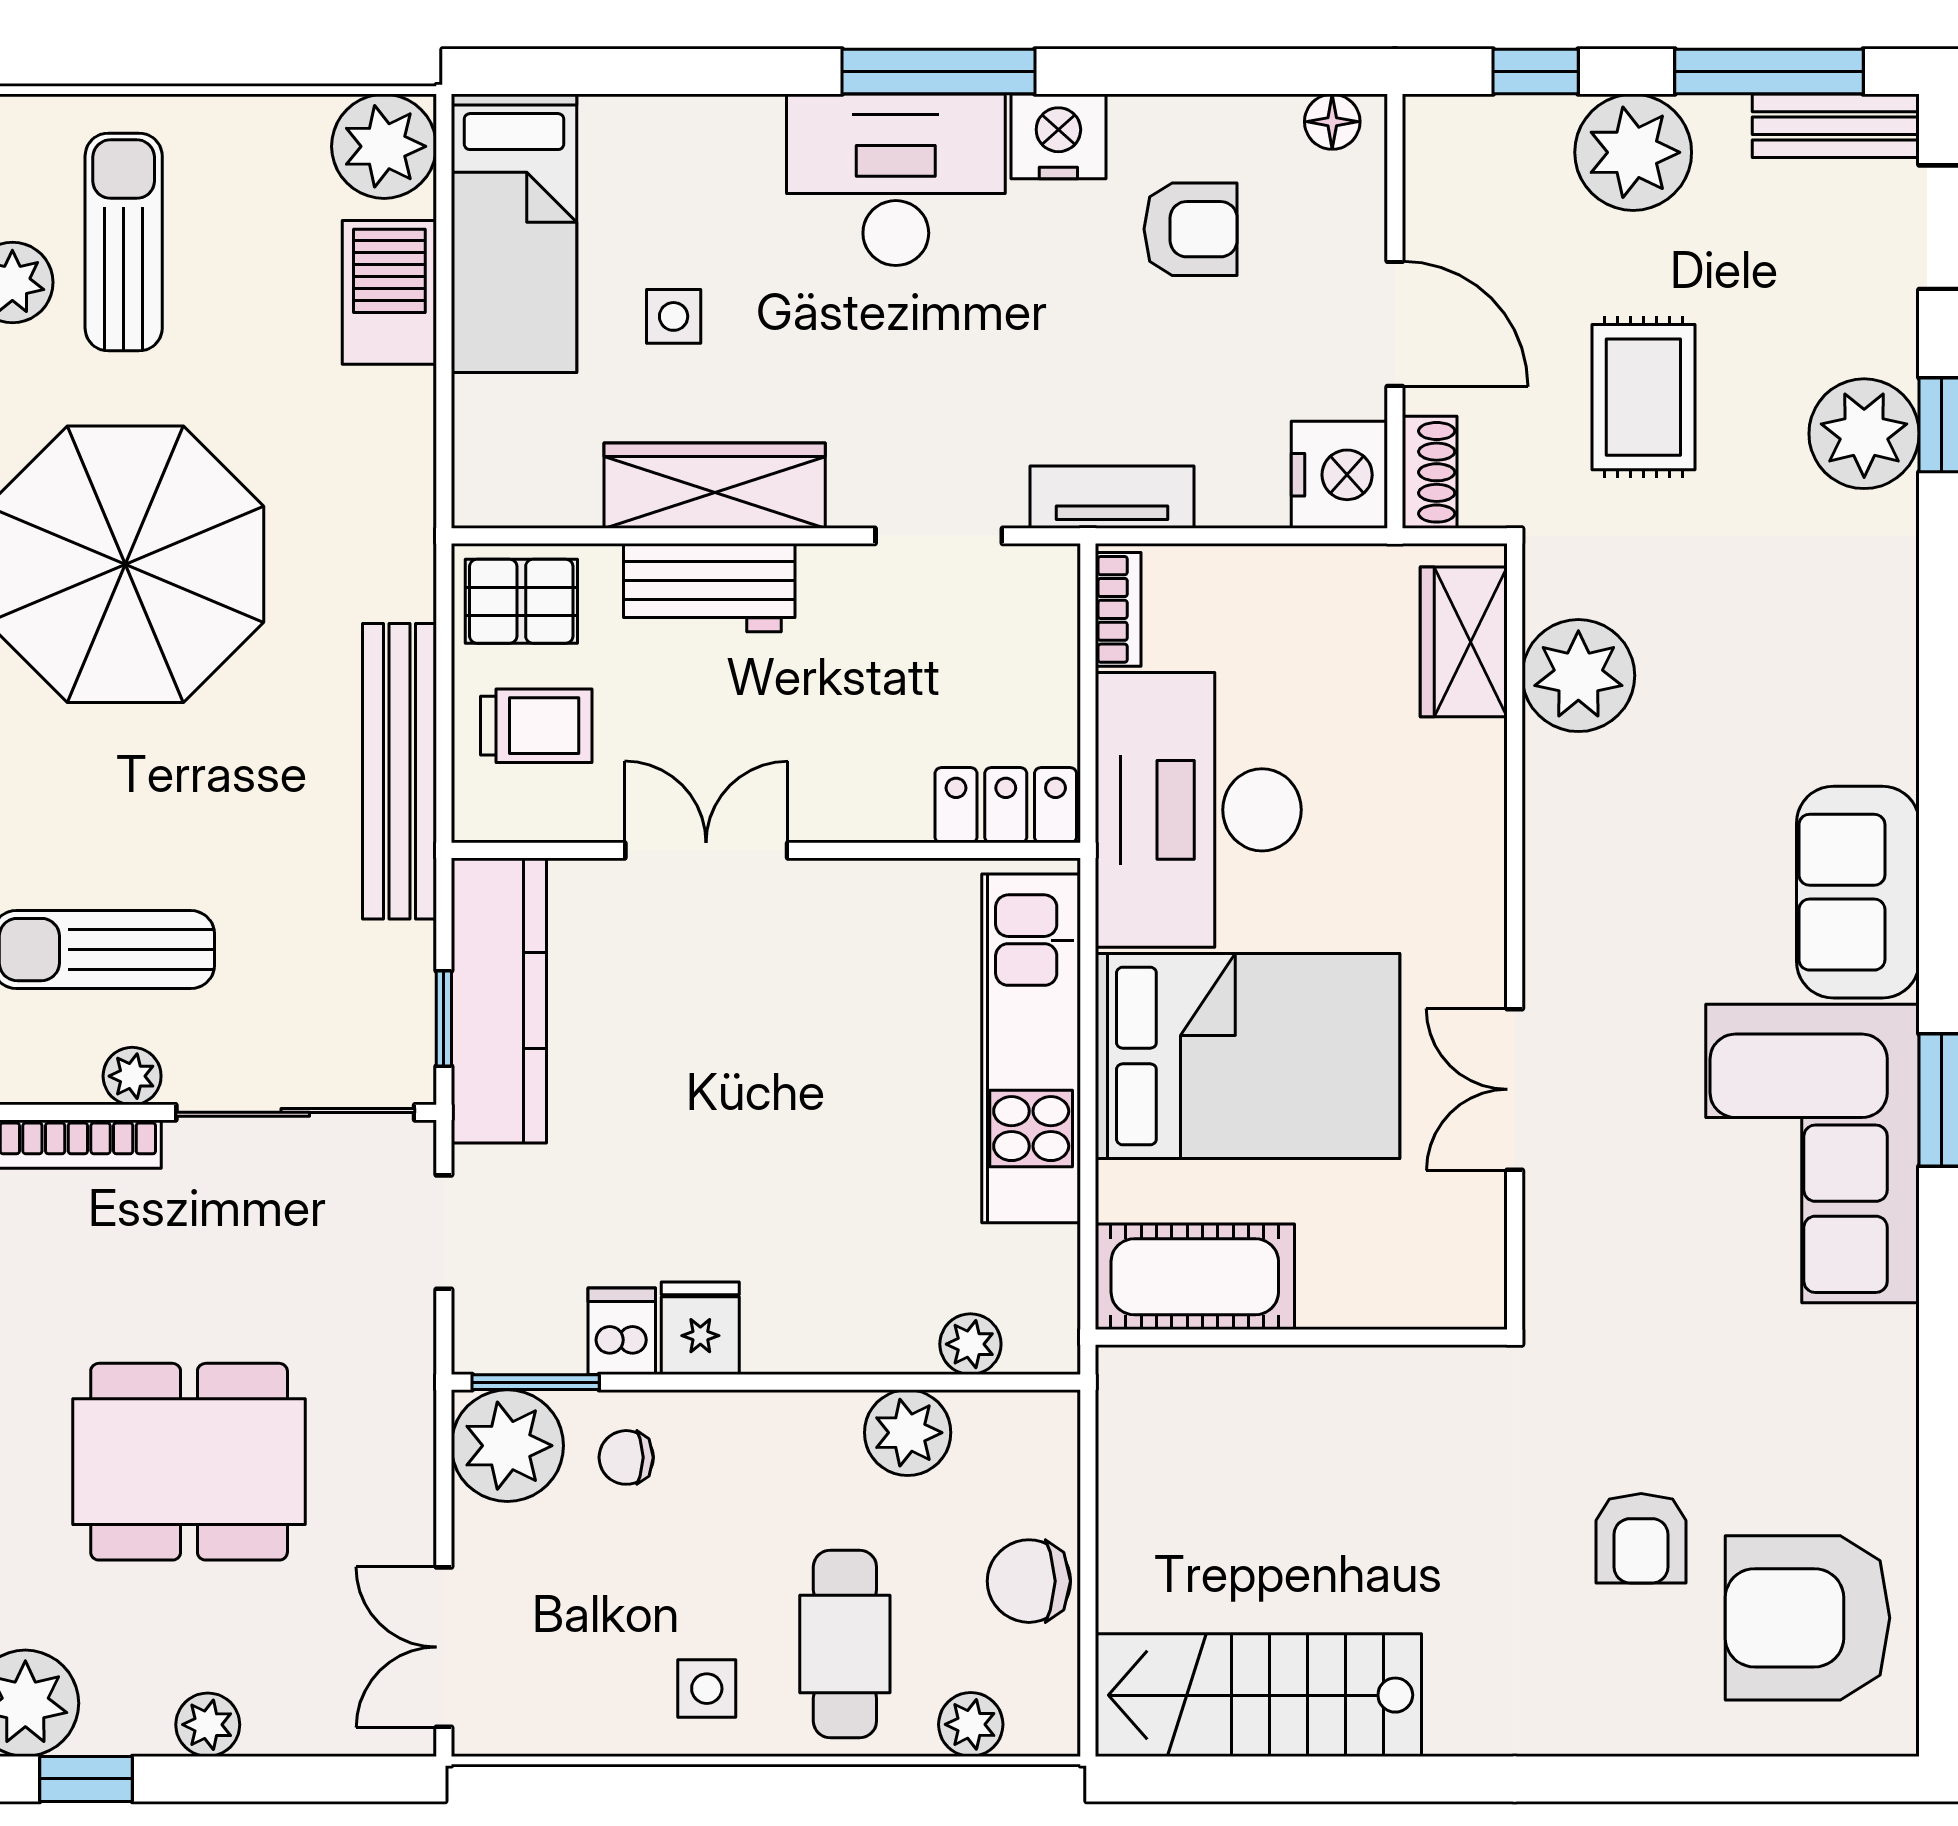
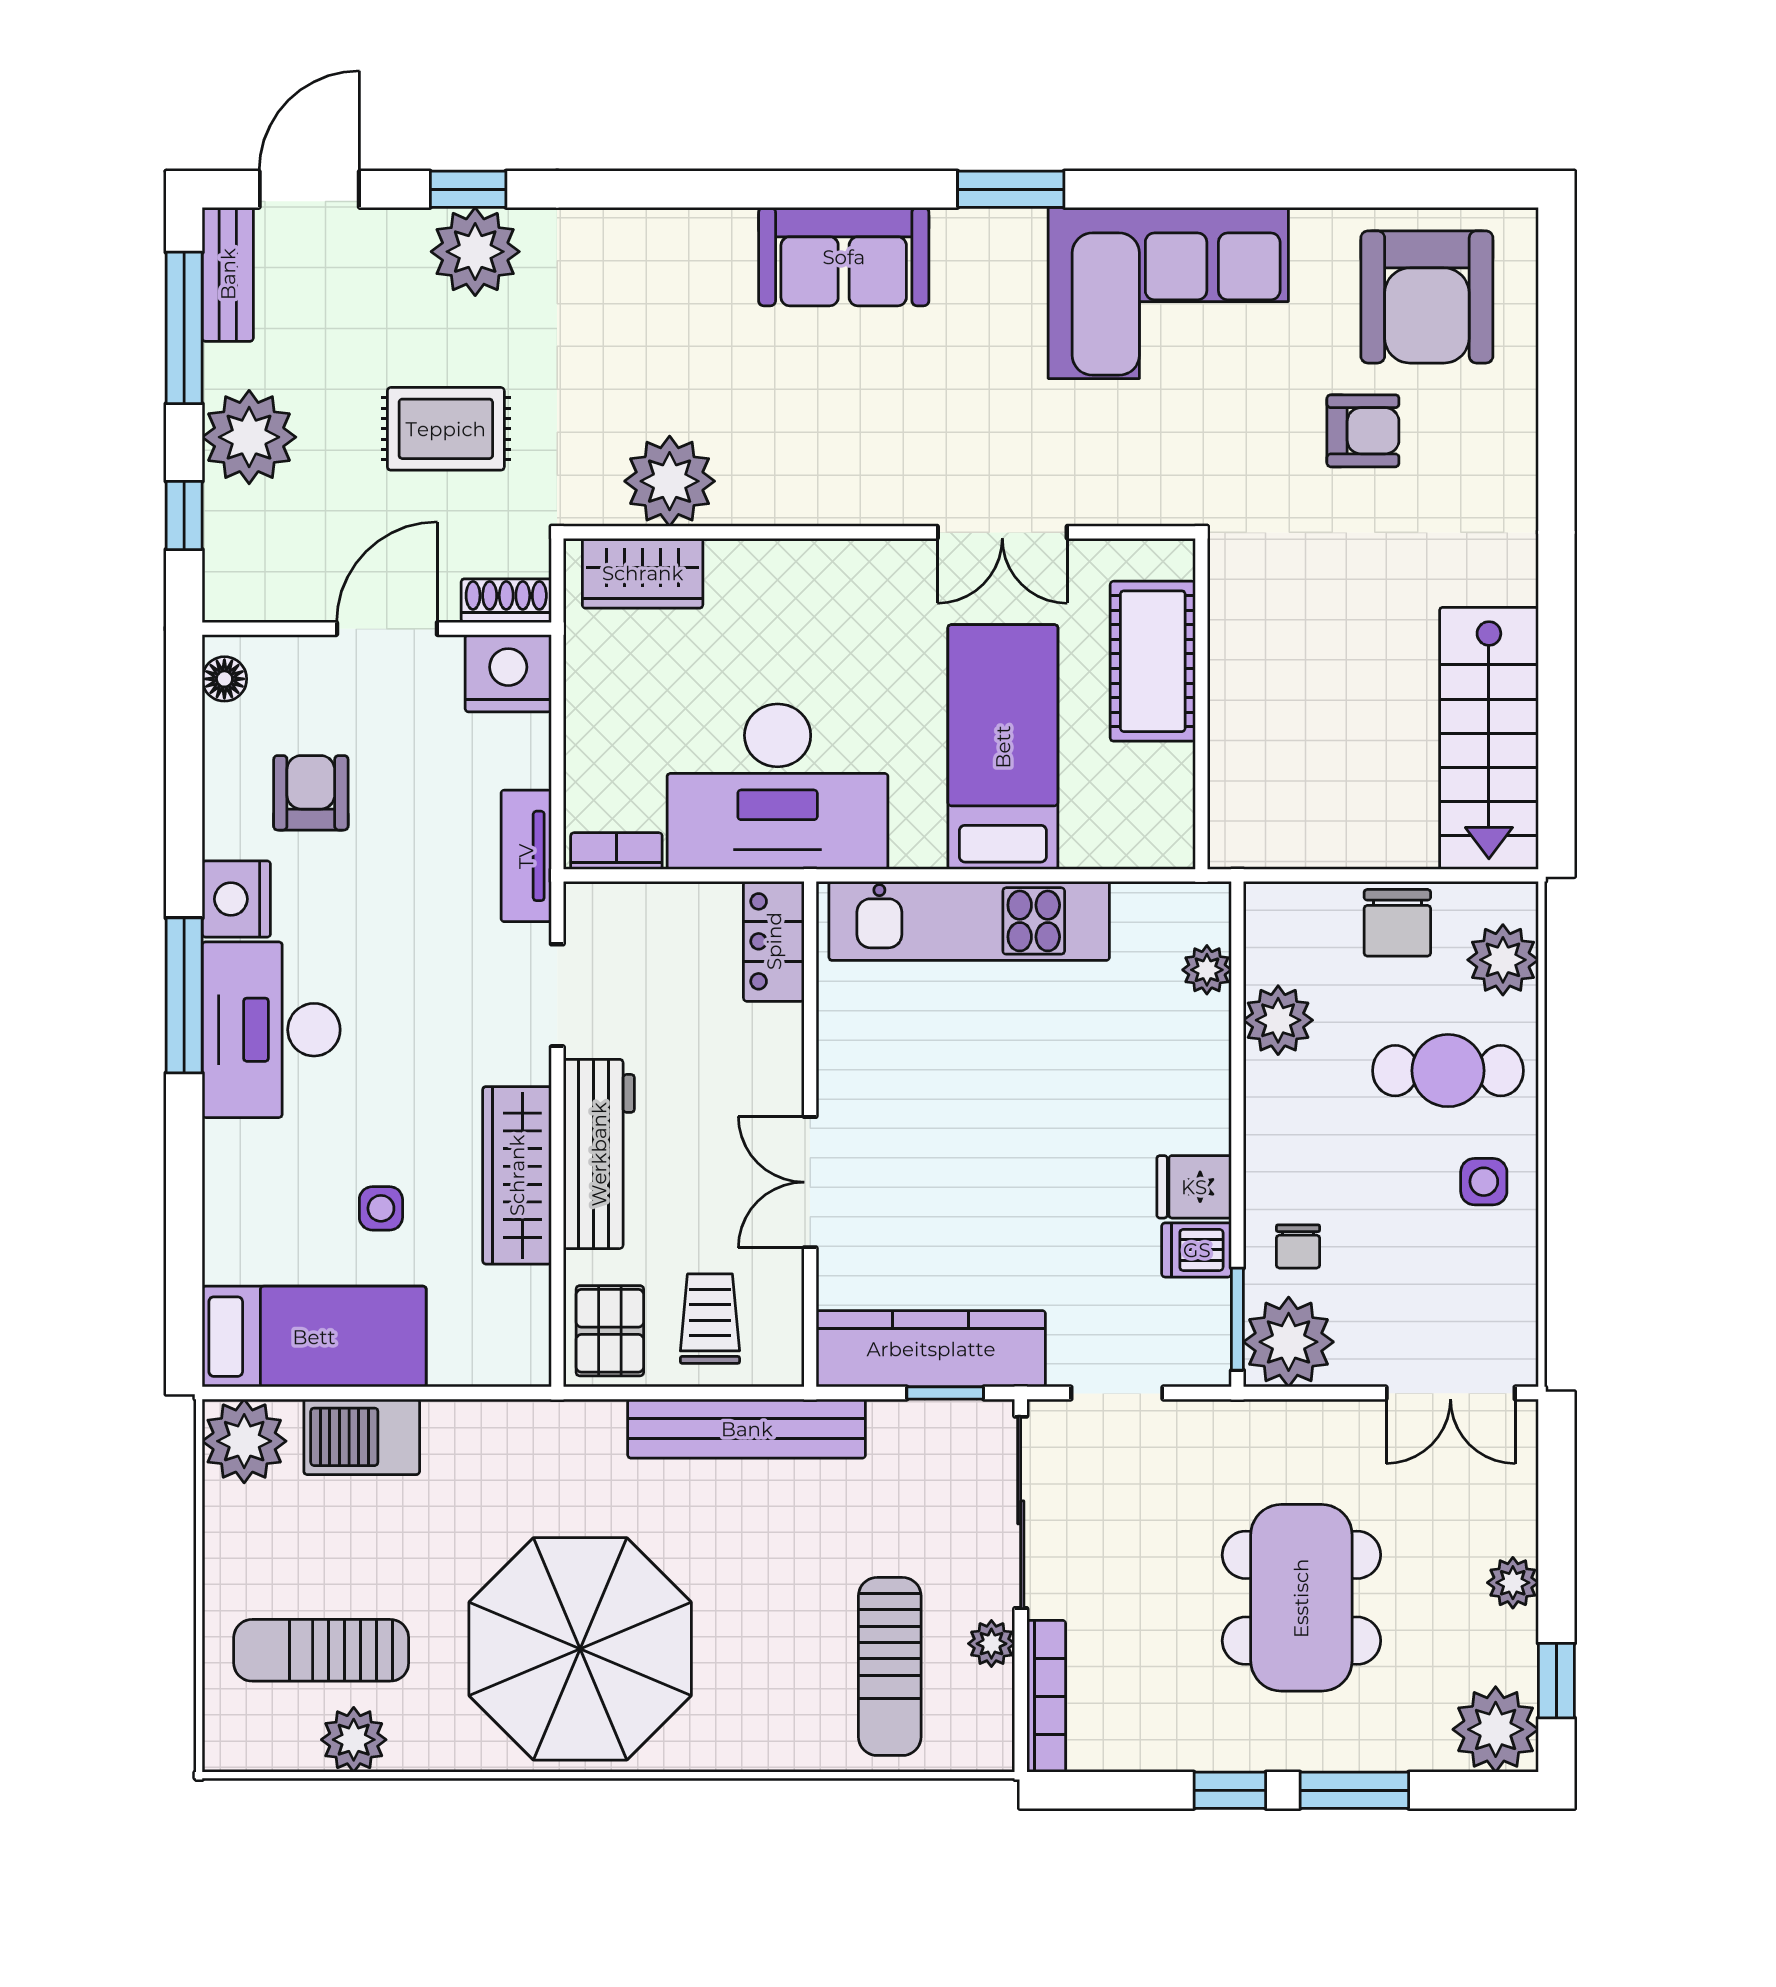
workbench: (709, 588) -> (599, 1154), width x1.37
bed: (1248, 1056) -> (1003, 747), width x0.67
corner sofa: (1813, 1153) -> (1168, 293), moved
cot: (1195, 1277) -> (1153, 661), moved
plant: (971, 1724) -> (1503, 960), width x1.38, depth x1.38

